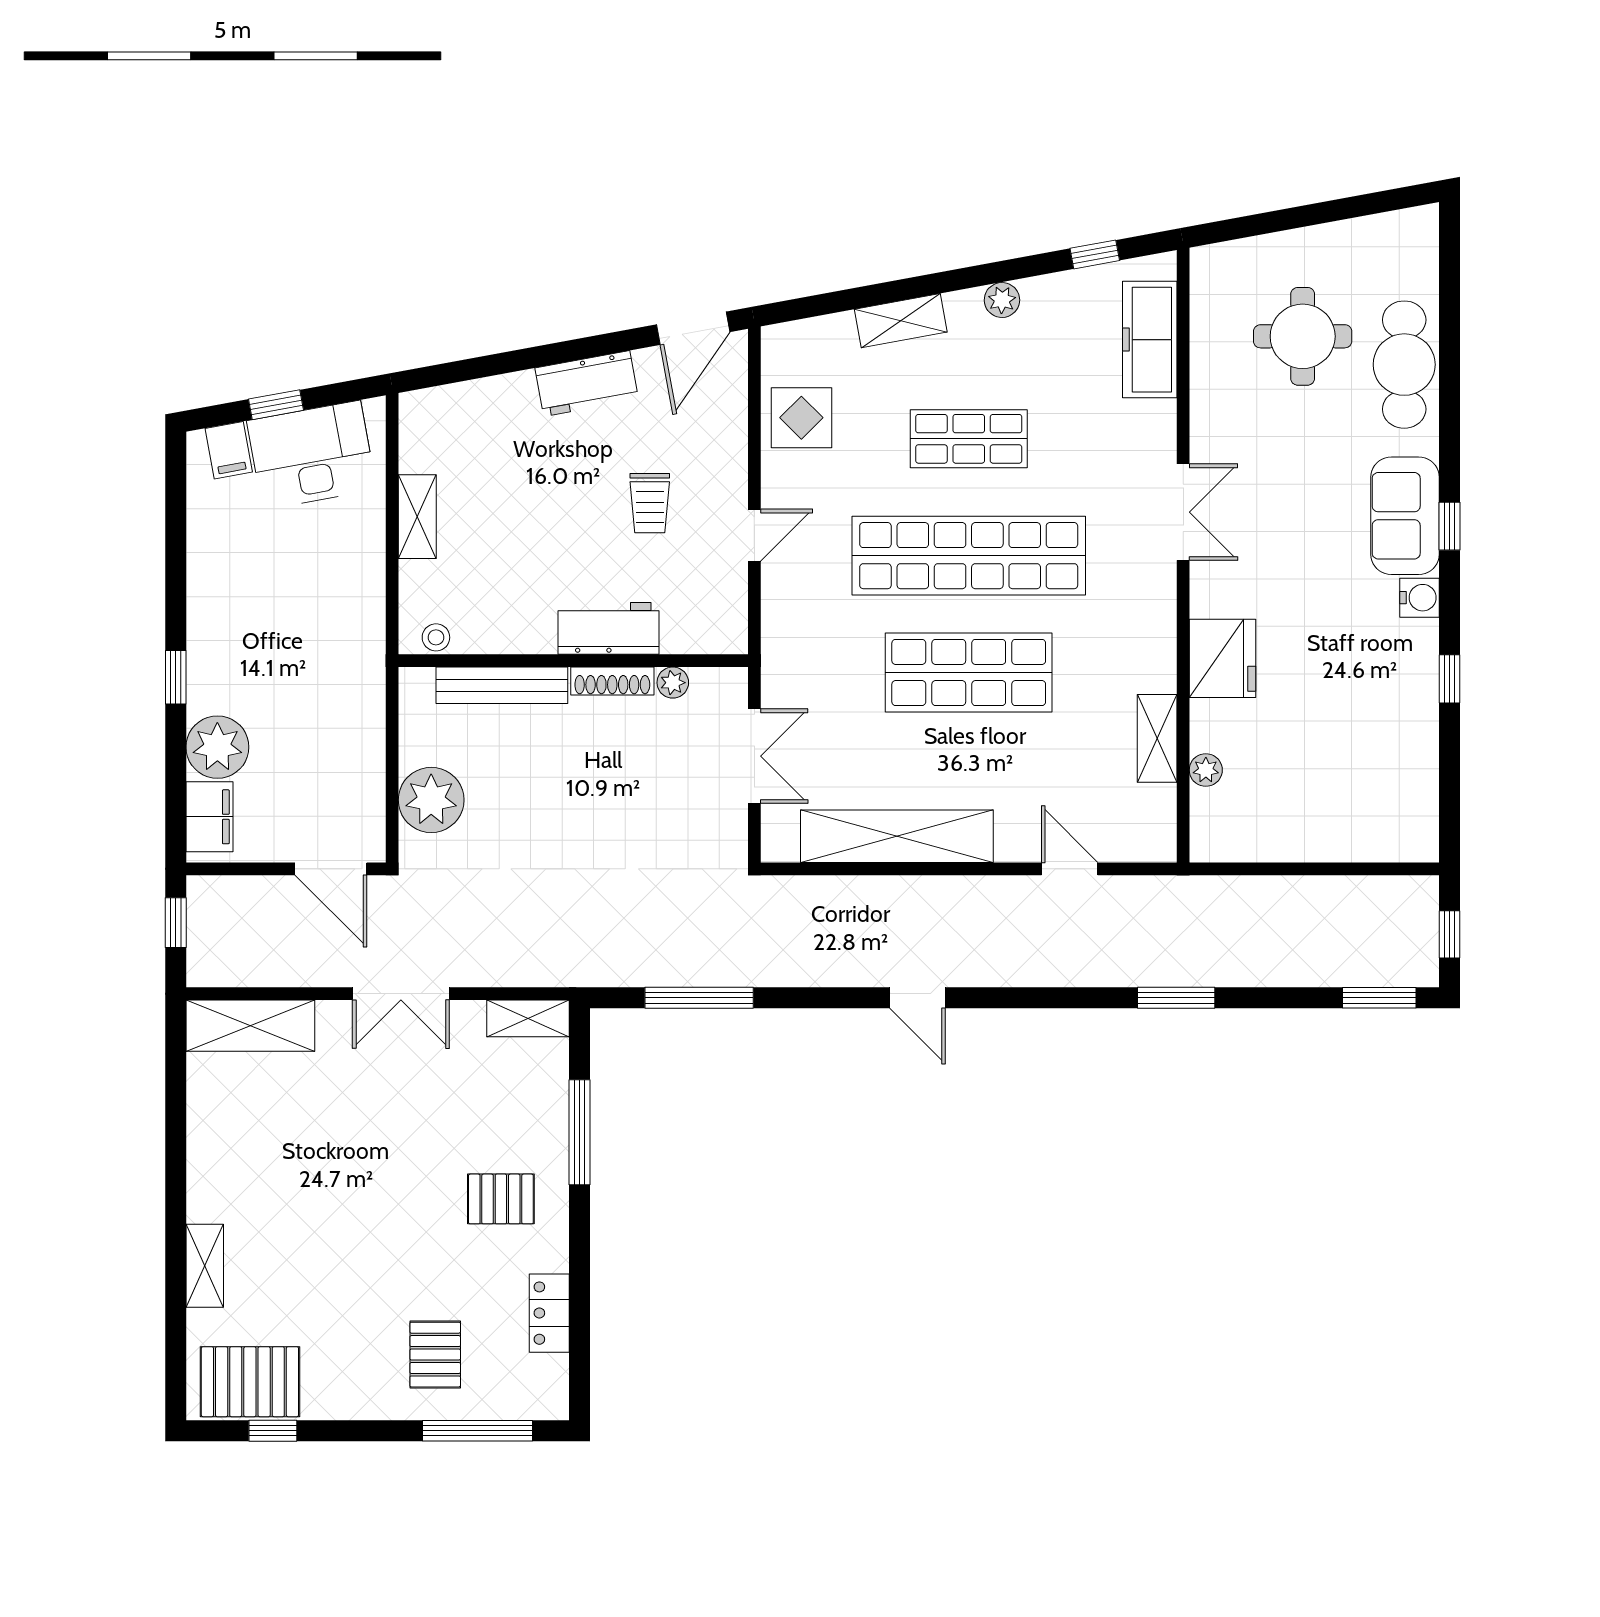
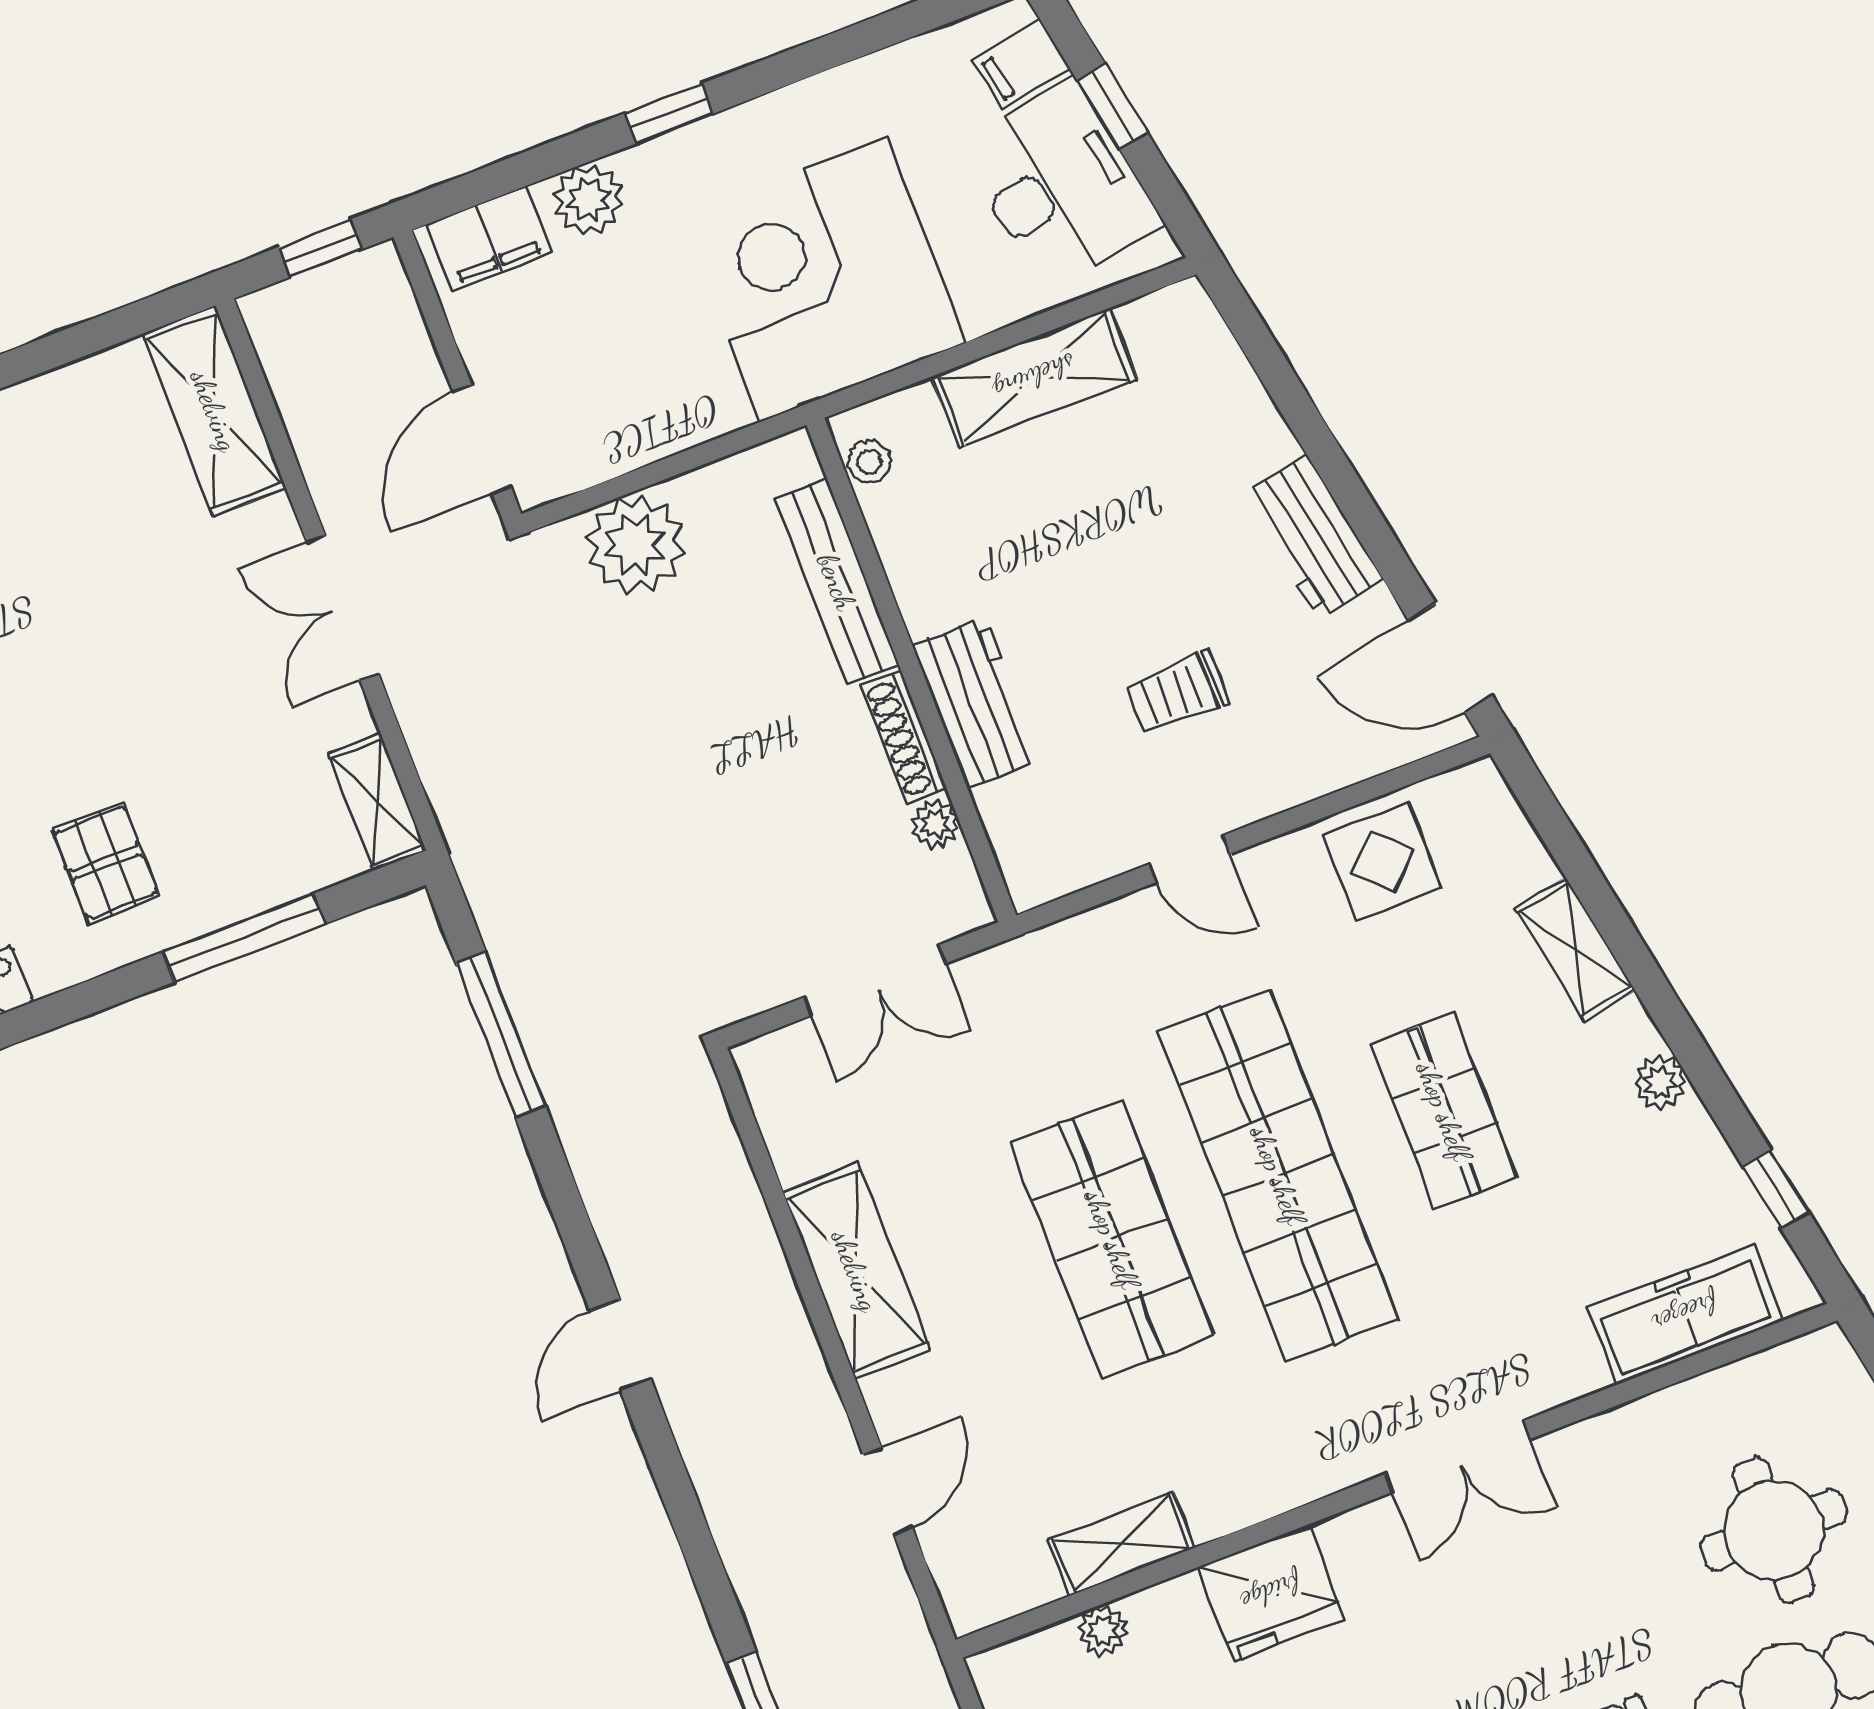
shelving: (417, 517) -> (1034, 378), width x1.50, depth x1.33
corner desk: (313, 623) -> (823, 279), added
plant: (217, 747) -> (588, 199), width x0.73, depth x0.73
shelving: (897, 836) -> (856, 1271), width x0.68

